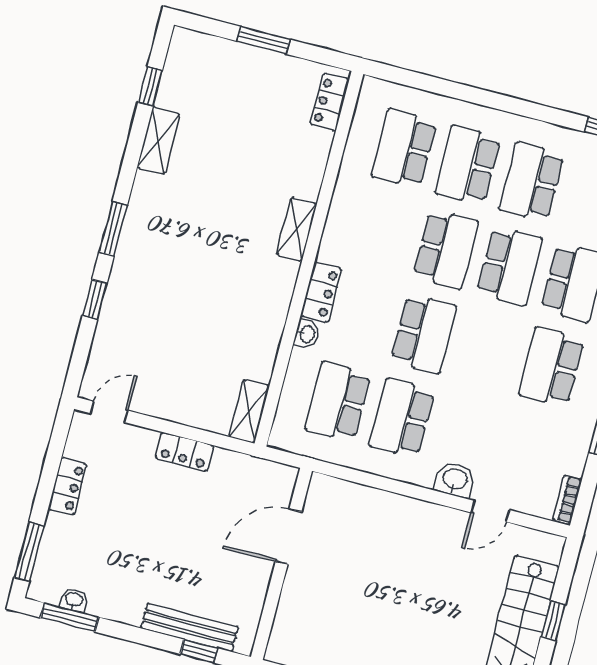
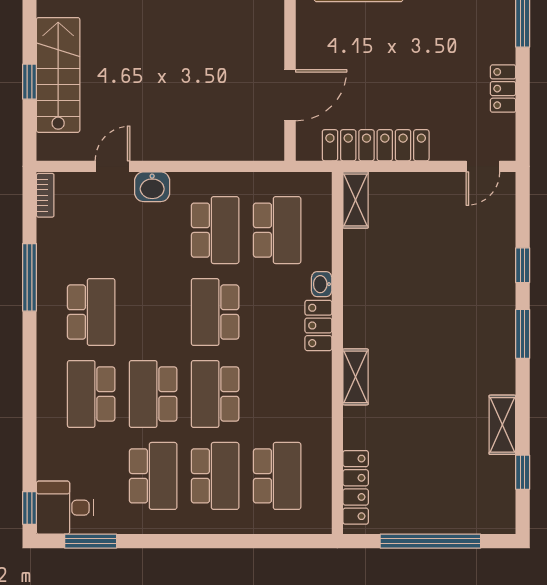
window: (264, 40) -> (430, 541), width x2.11
locker: (330, 102) -> (356, 487), width x1.53
locker: (184, 452) -> (376, 145), width x2.16, depth x1.21

